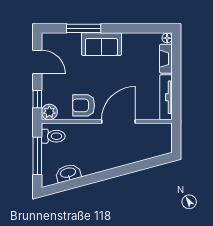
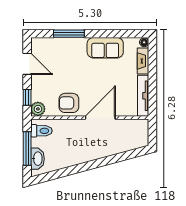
sofa: (101, 44) -> (105, 48), moved
washbasin: (68, 173) -> (37, 159), moved, turned 105

